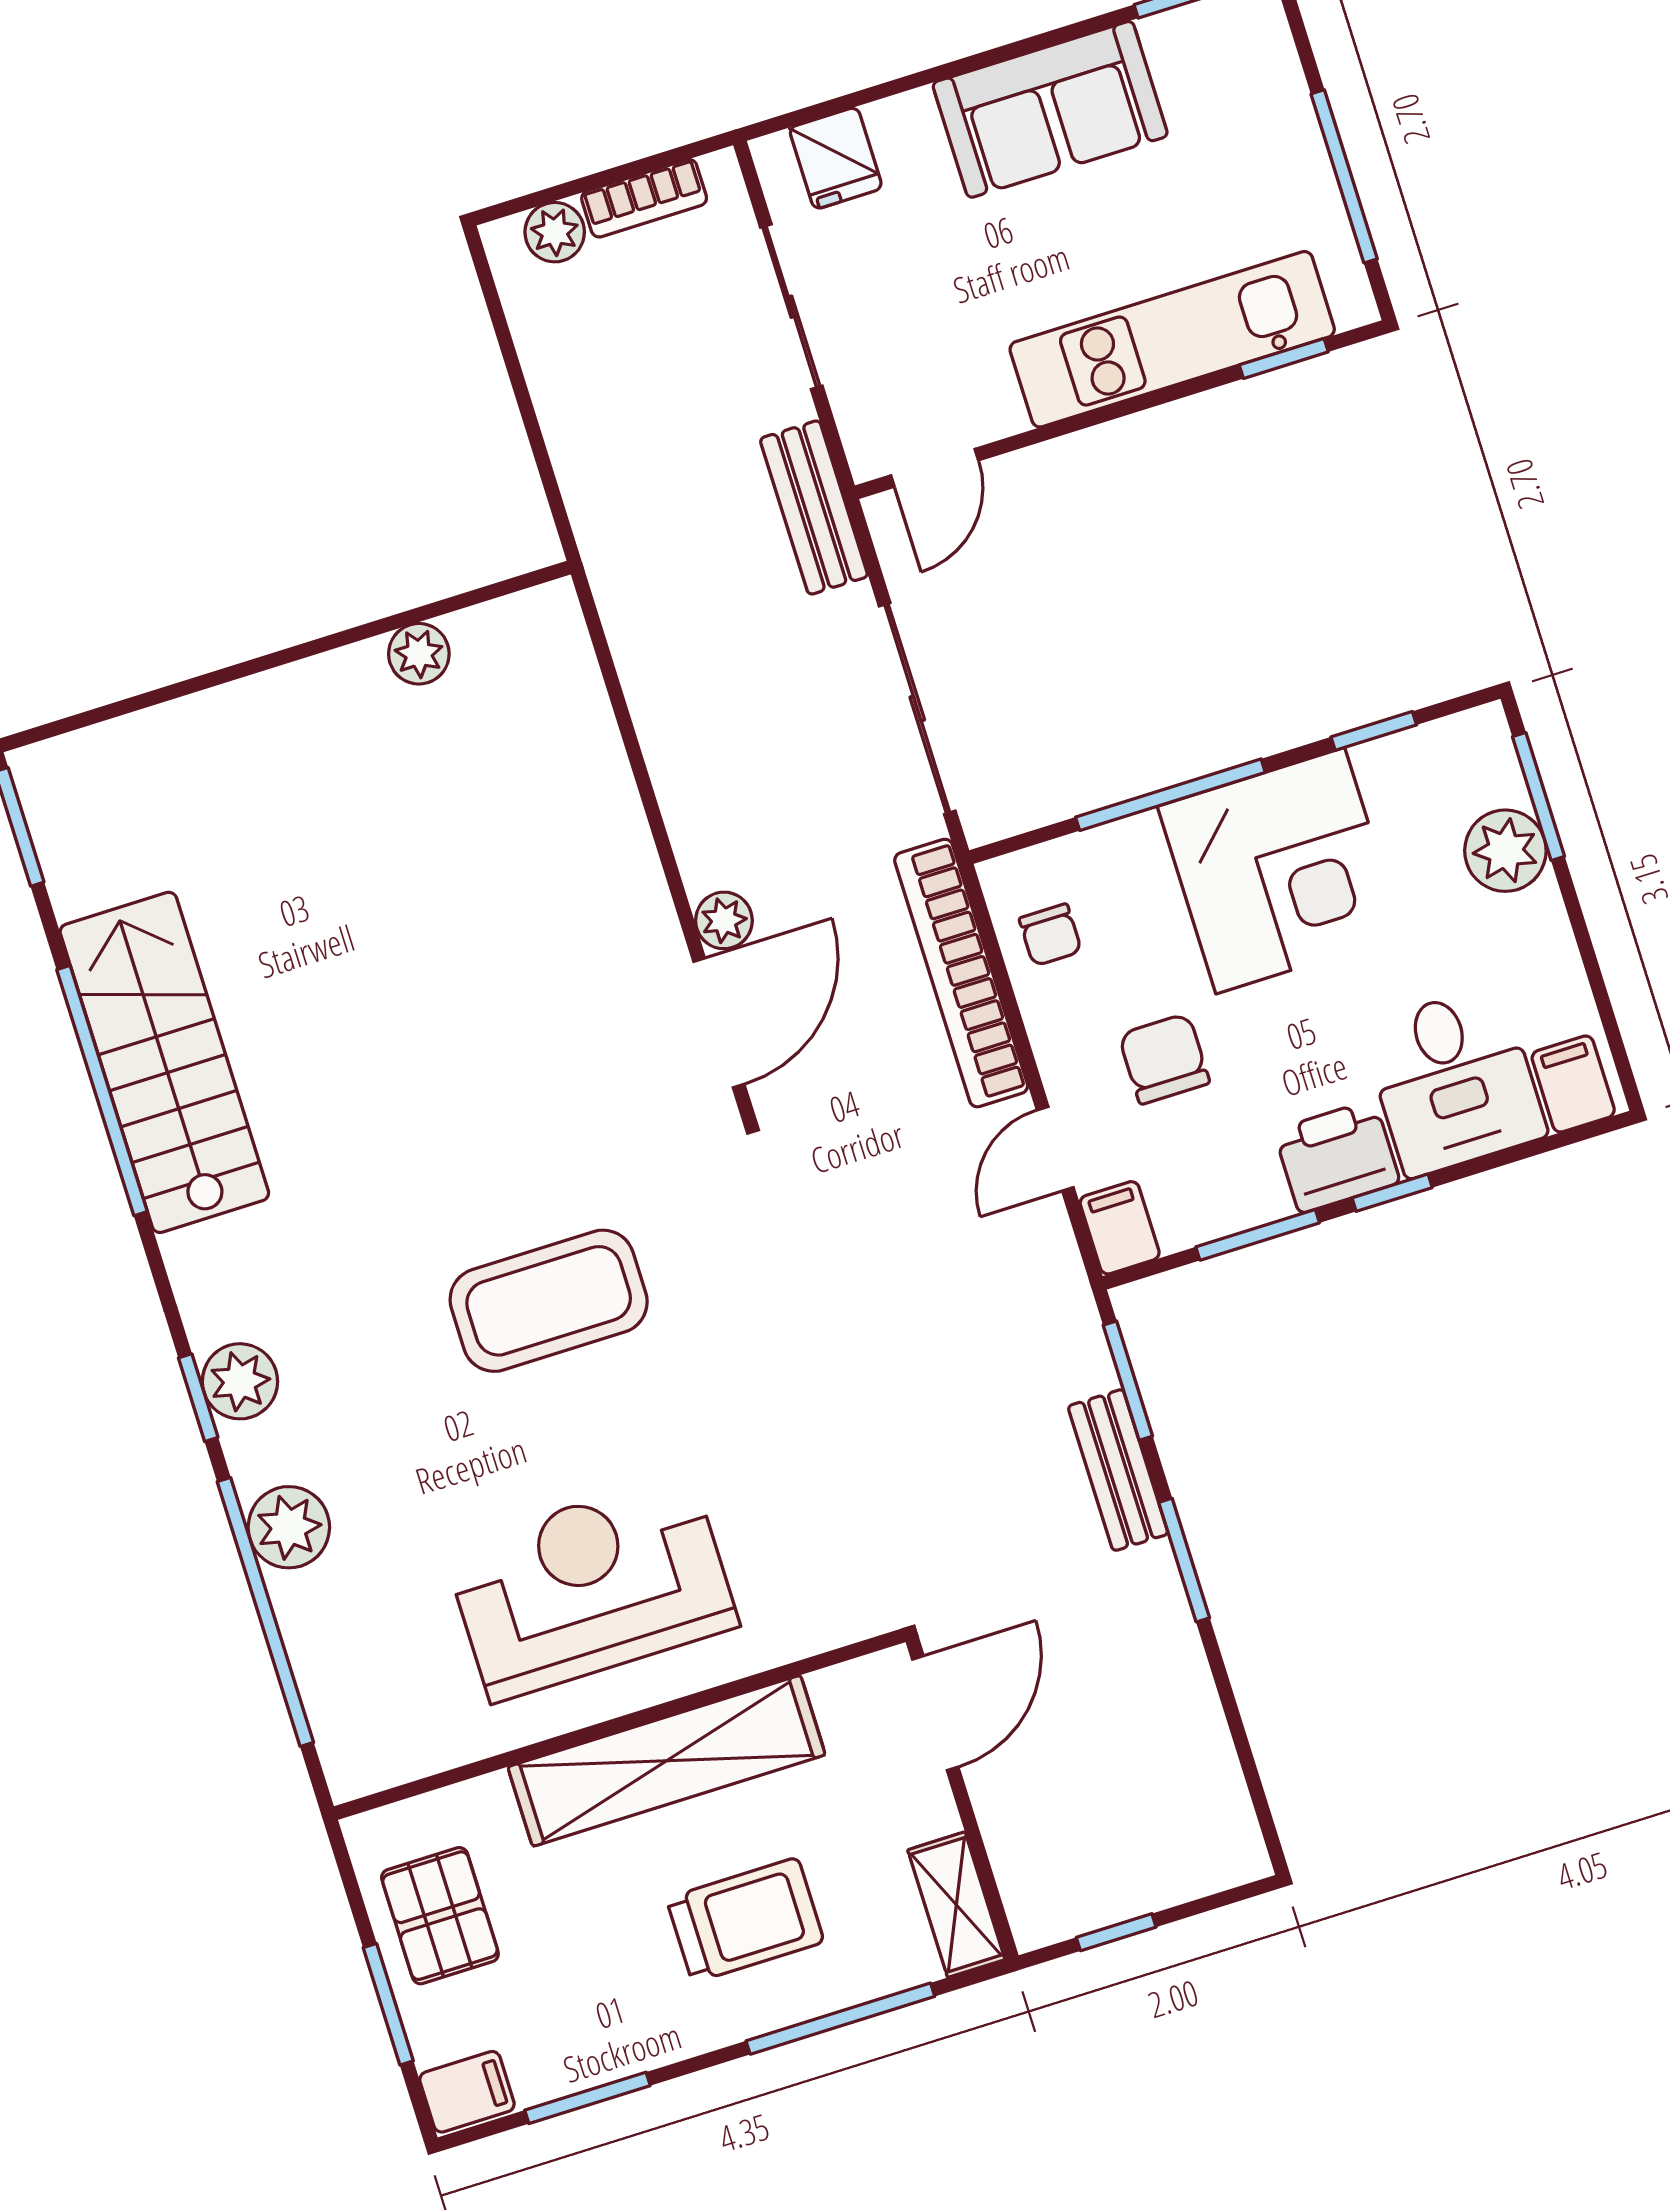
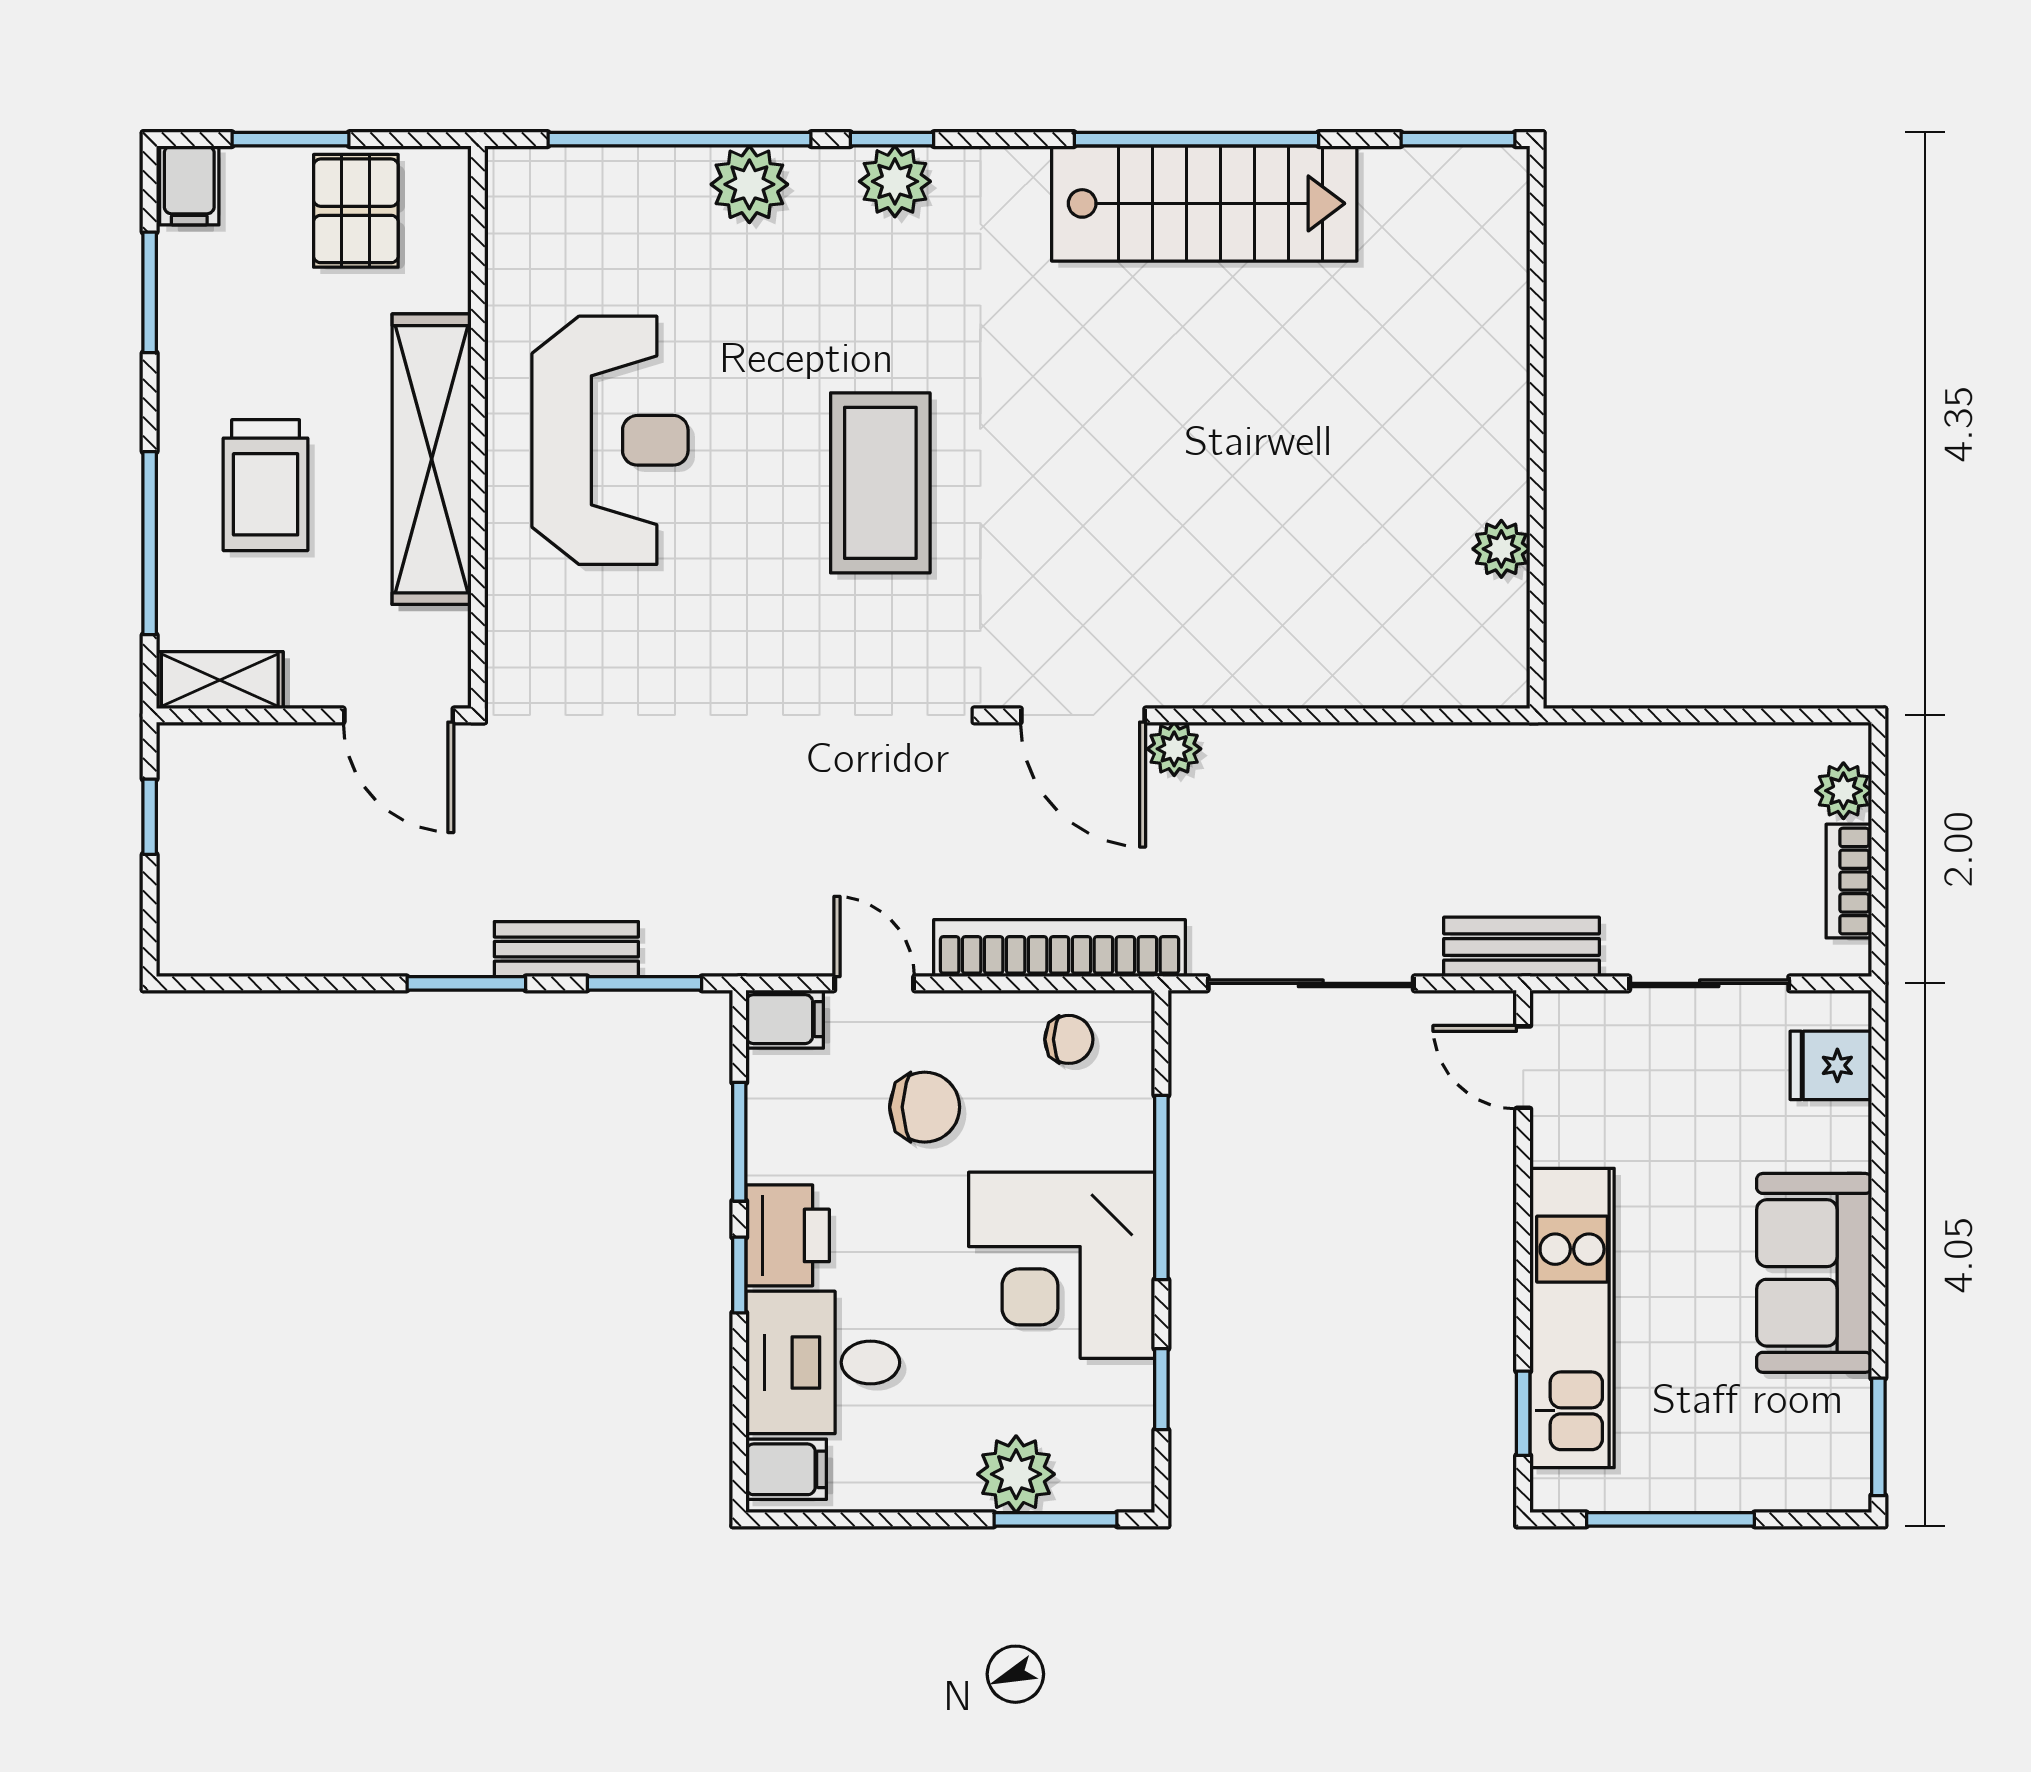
chair: (1050, 935) -> (1069, 1039), turned 180
pallet: (440, 1916) -> (356, 211), turned 90

